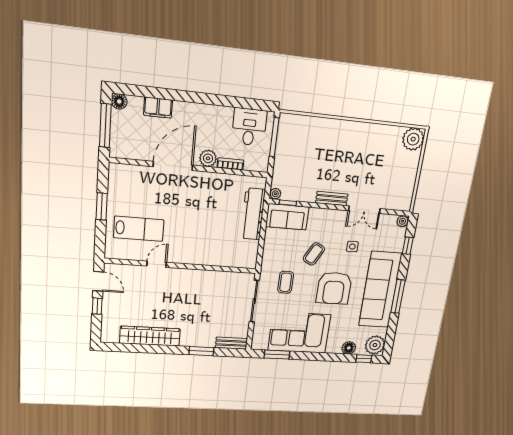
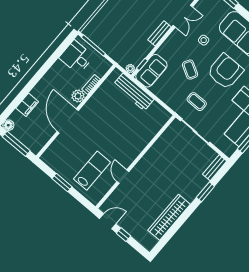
armchair: (334, 288) -> (225, 71), turned -90

